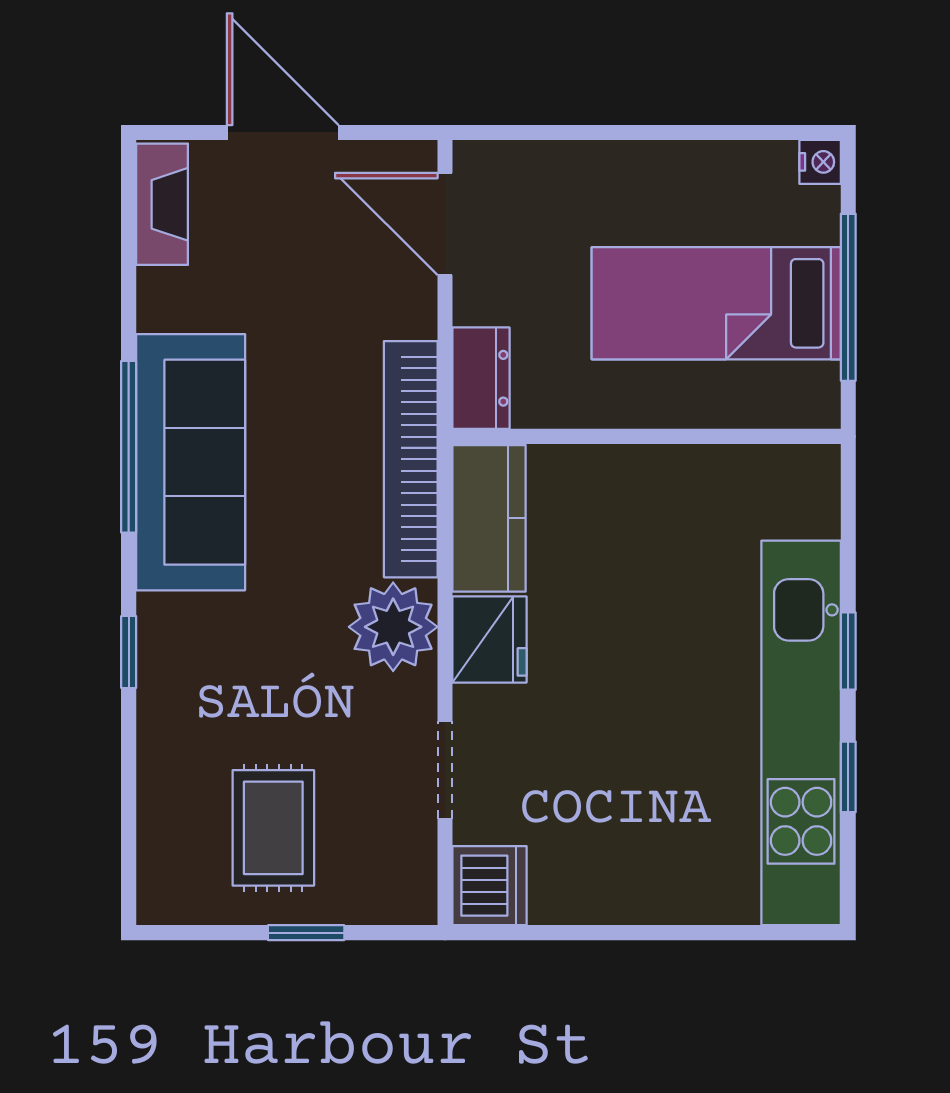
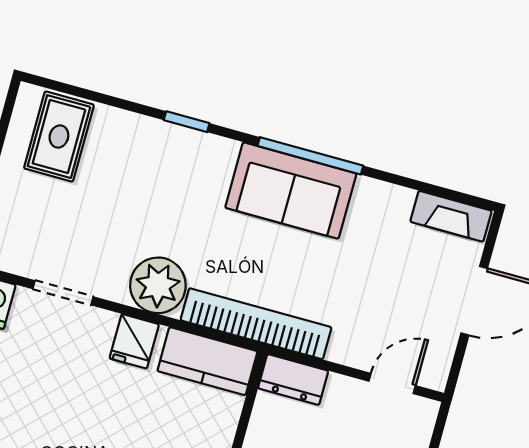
door: (445, 224) -> (392, 383), width x0.73
sofa: (191, 462) -> (291, 191), width x0.73
fridge: (490, 640) -> (134, 341), width x0.72
rug: (273, 828) -> (59, 137), moved, turned 90

